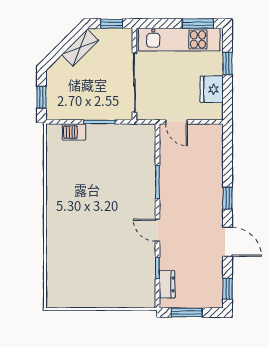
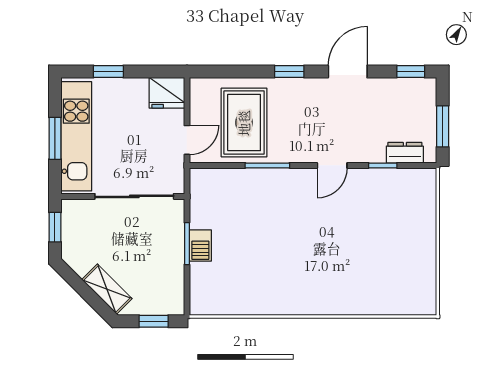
window: (198, 24) -> (55, 138), moved
shelving: (80, 48) -> (107, 289), moved
fridge: (212, 89) -> (167, 93), moved
barbecue: (74, 132) -> (200, 246), moved
rug: (190, 165) -> (244, 123), added

